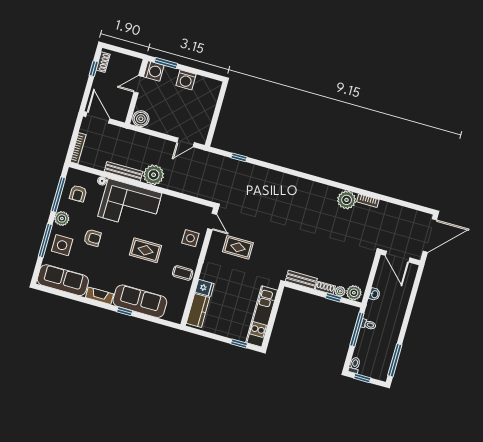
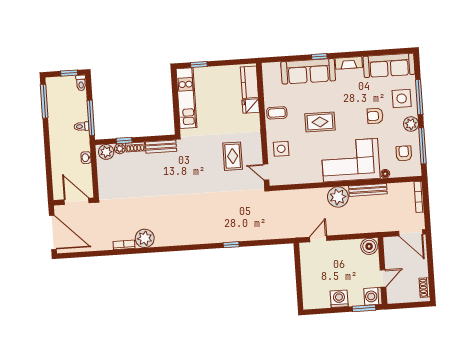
window: (94, 69) -> (431, 278), removed
window: (239, 157) -> (231, 245), moved
door: (430, 236) -> (53, 232), swing flipped
rug: (238, 247) -> (233, 156), turned 90

